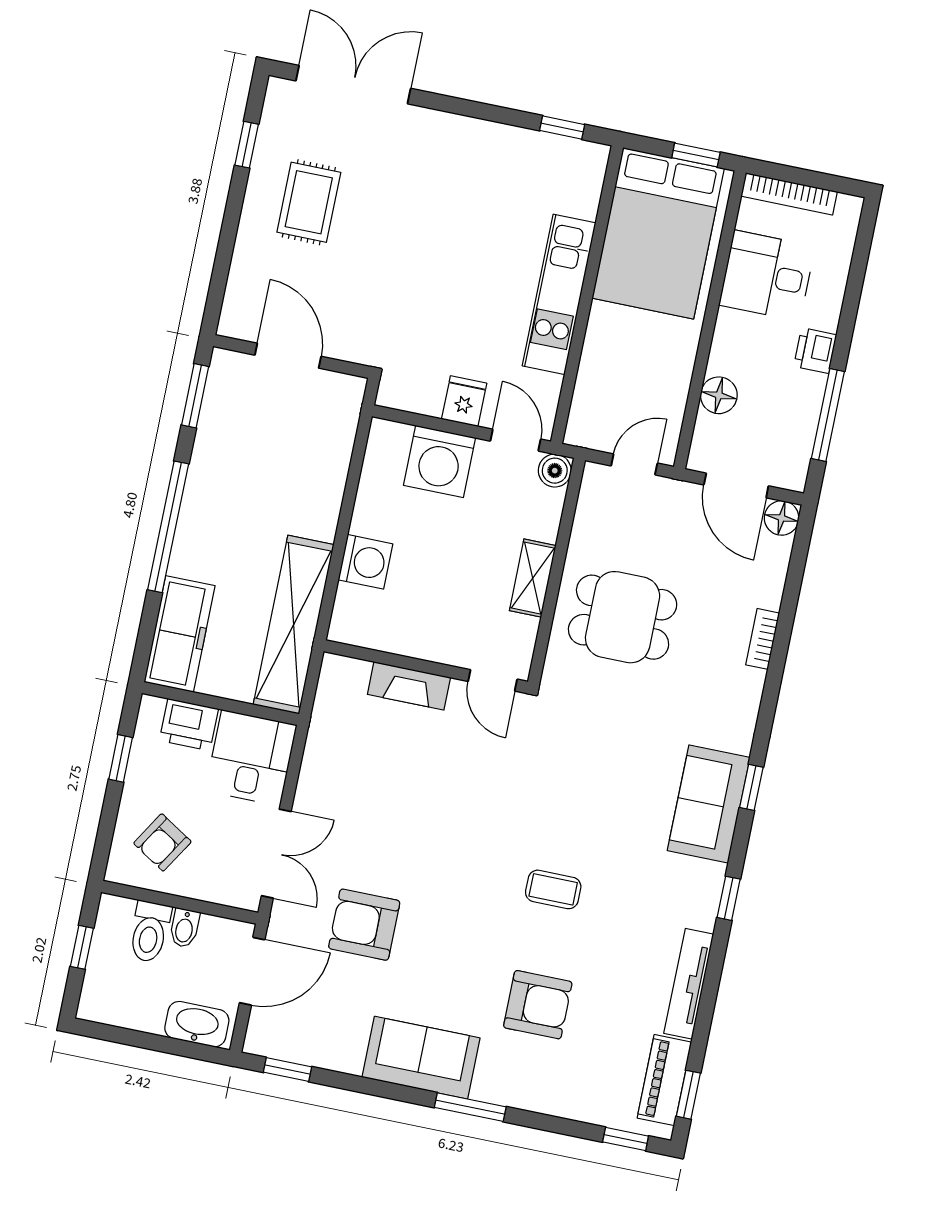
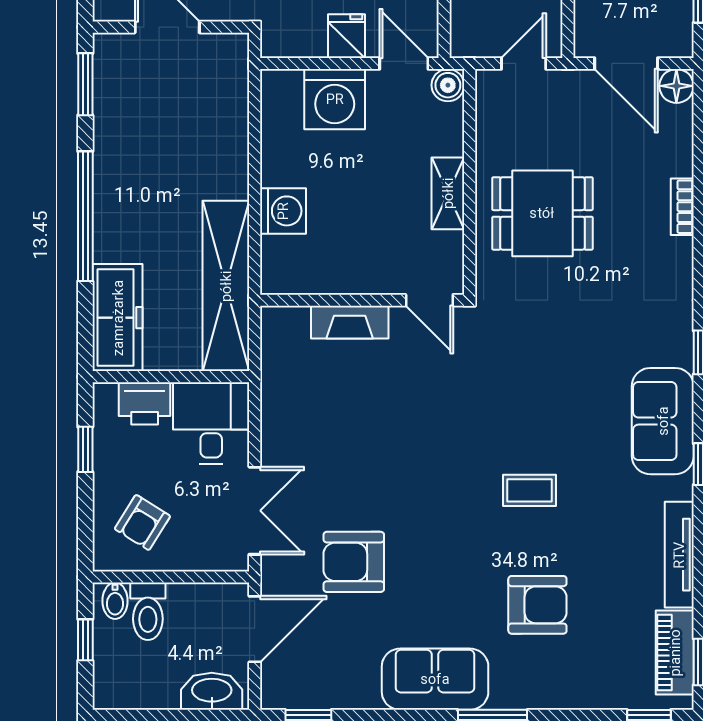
sofa: (709, 804) -> (663, 421), moved
bidet: (184, 928) -> (115, 601), moved

